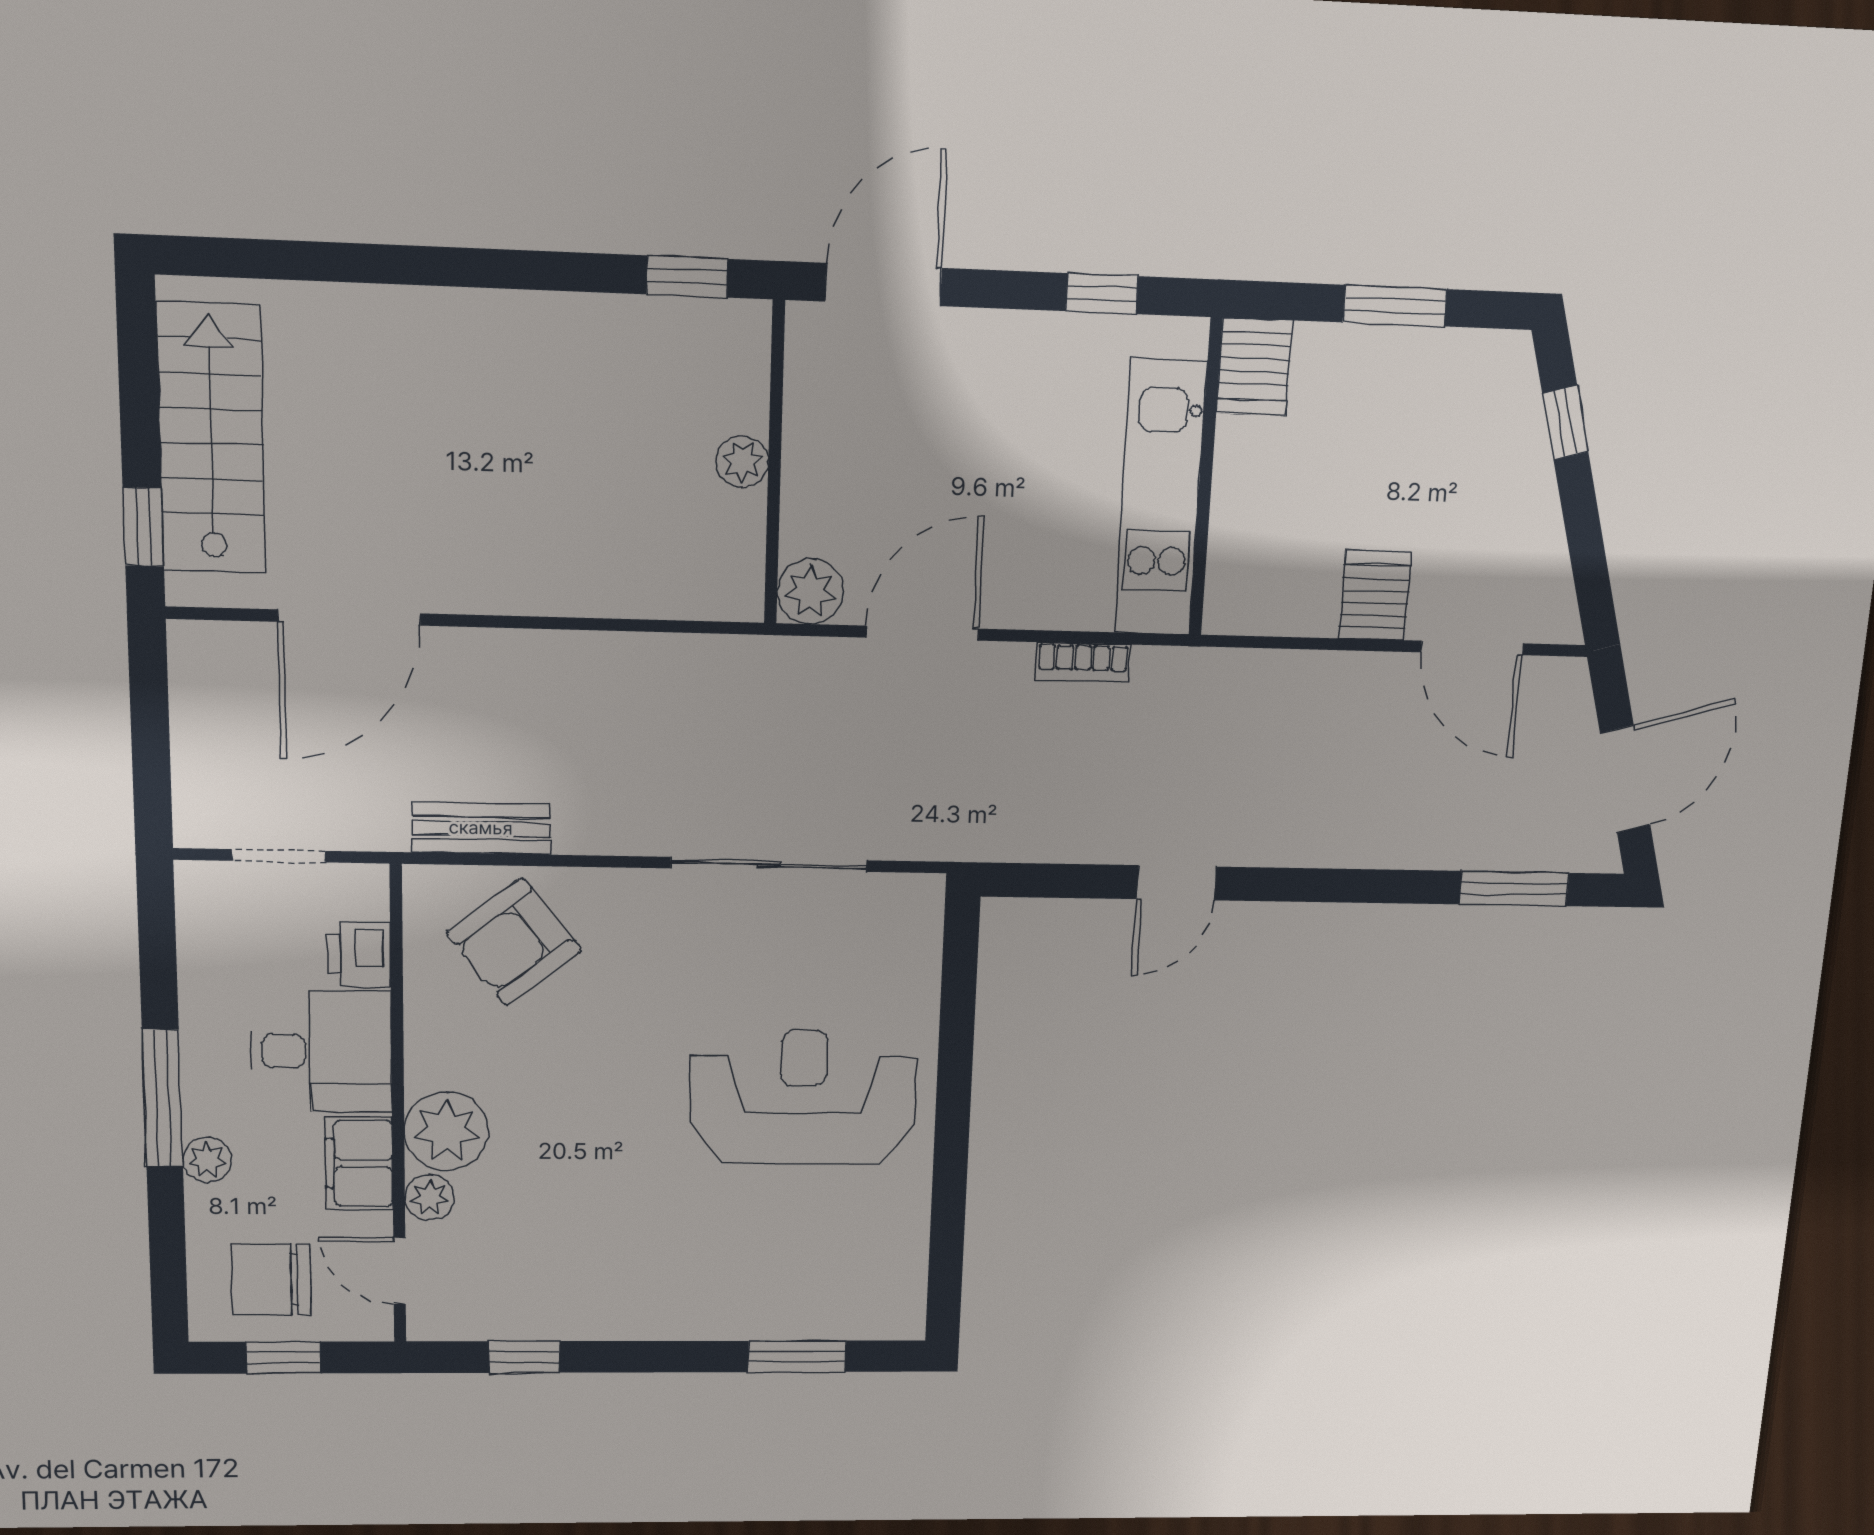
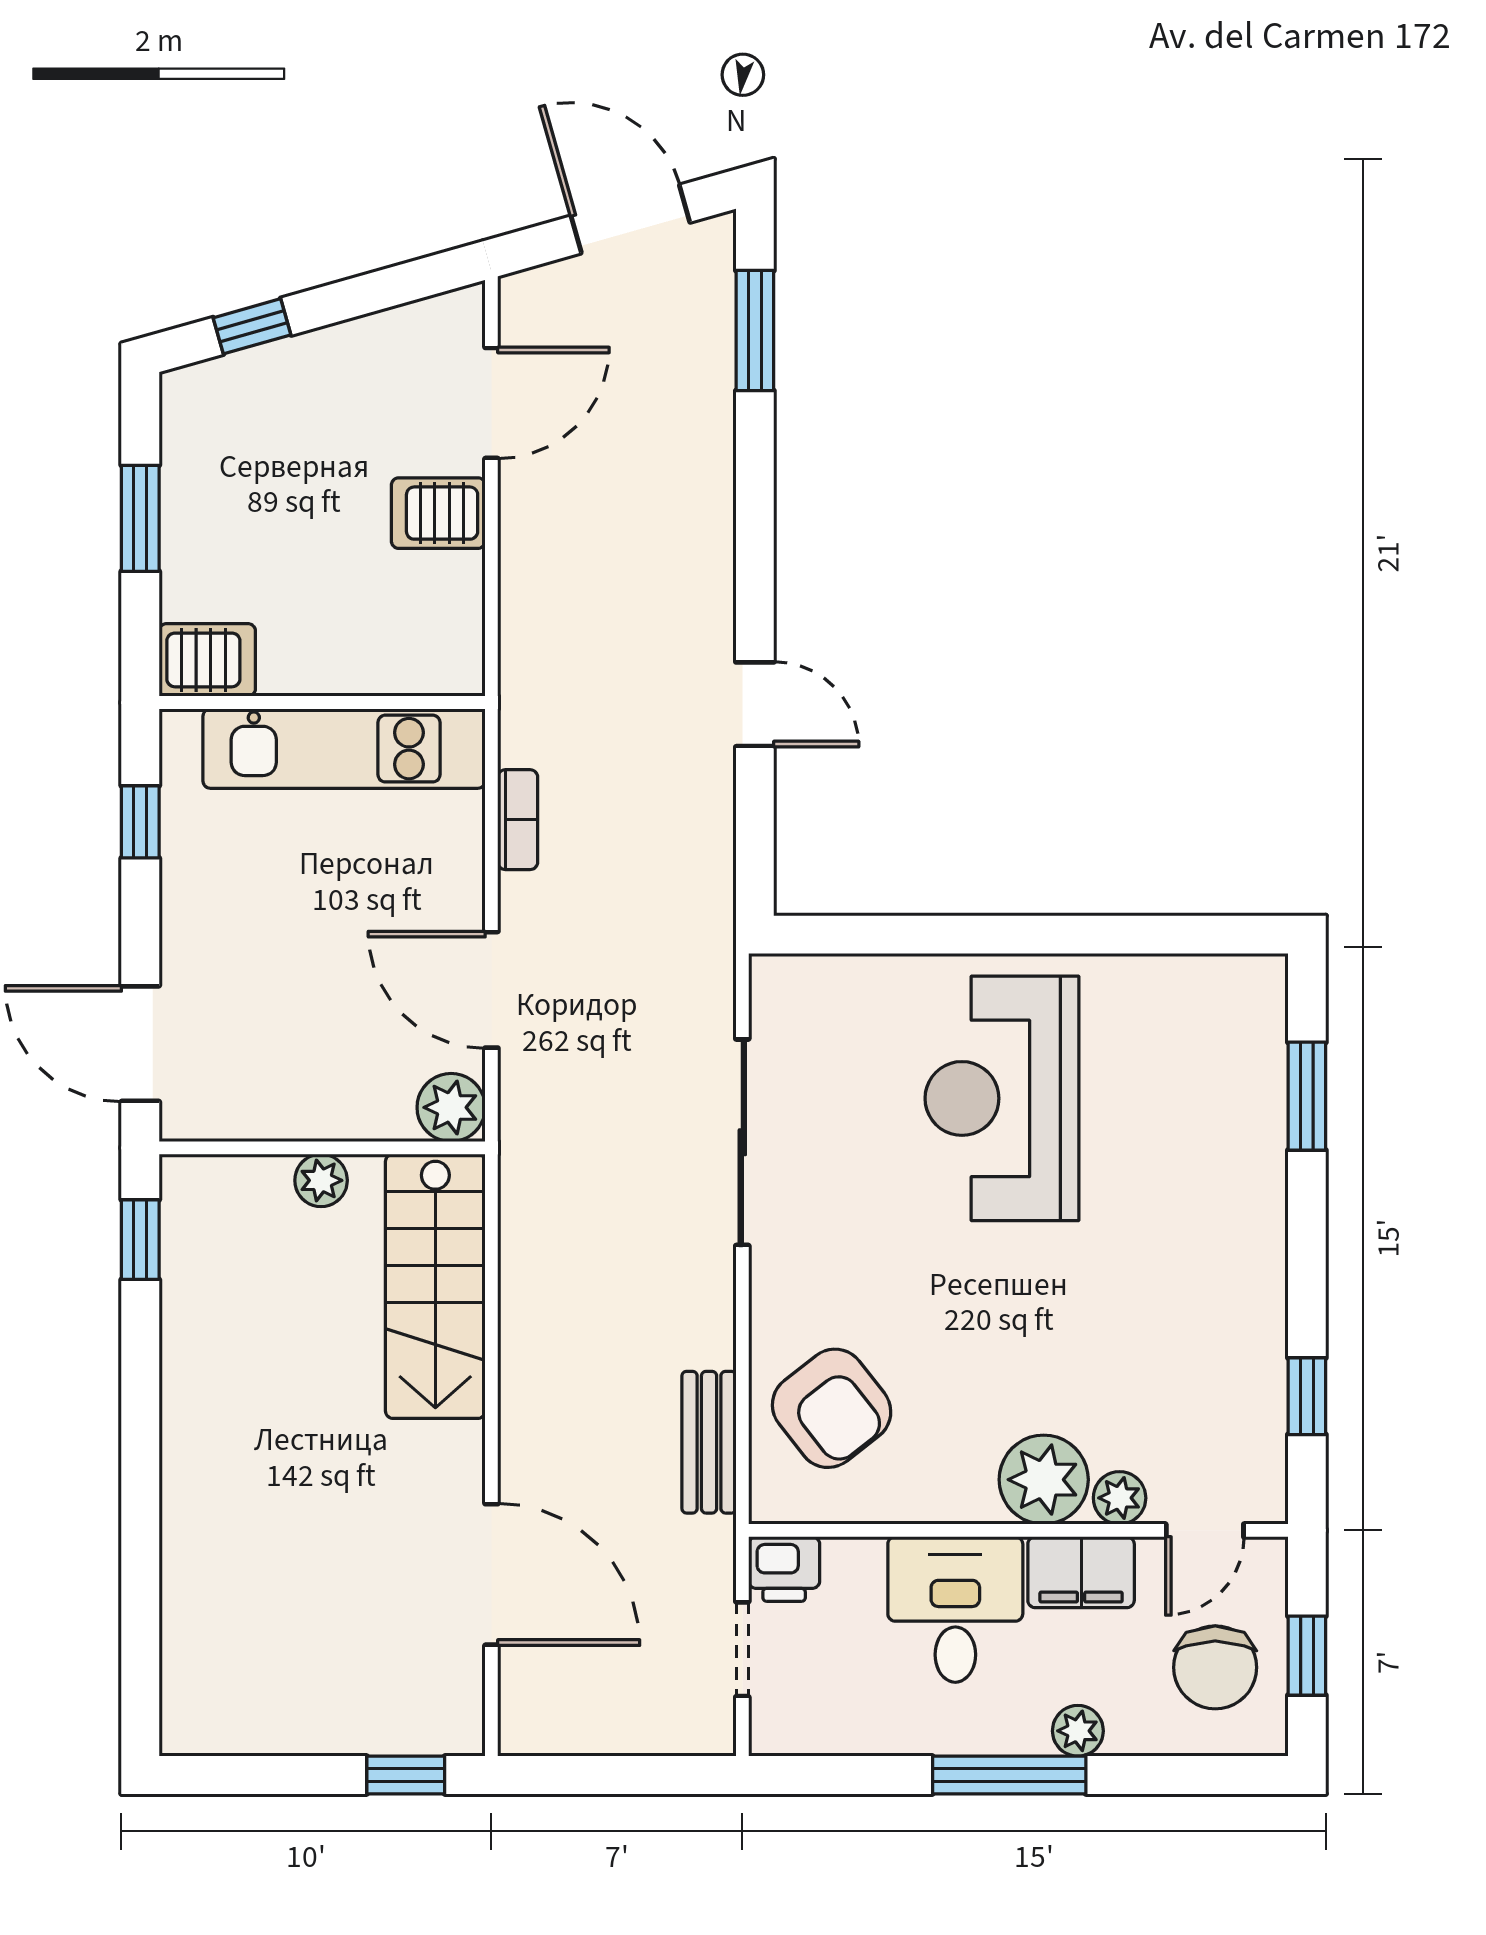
stairs: (211, 439) -> (435, 1286), moved, turned -90
printer: (359, 954) -> (784, 1569), moved

